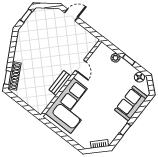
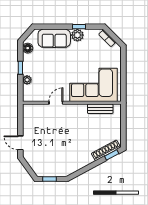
bench: (60, 83) -> (100, 109), moved
plant: (120, 123) -> (77, 35), added

